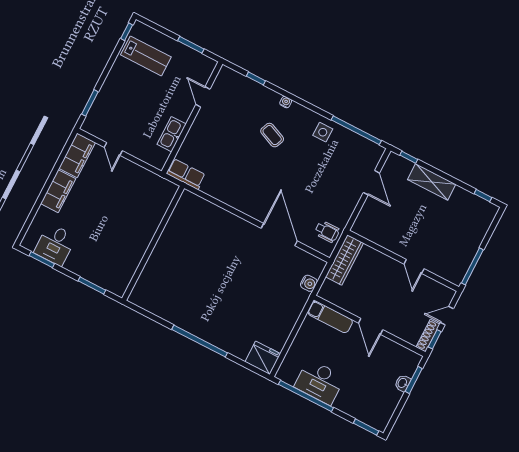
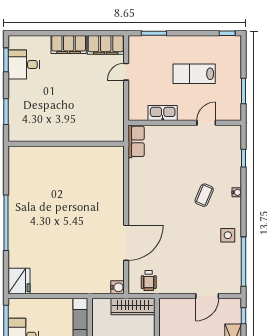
lab bench: (146, 56) -> (194, 74), moved, turned 90
water cooler: (309, 283) -> (117, 287), moved, turned -90

